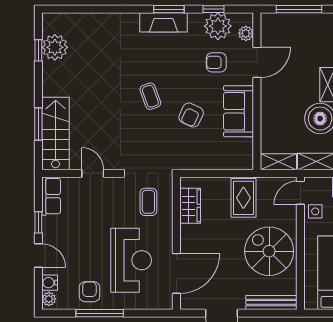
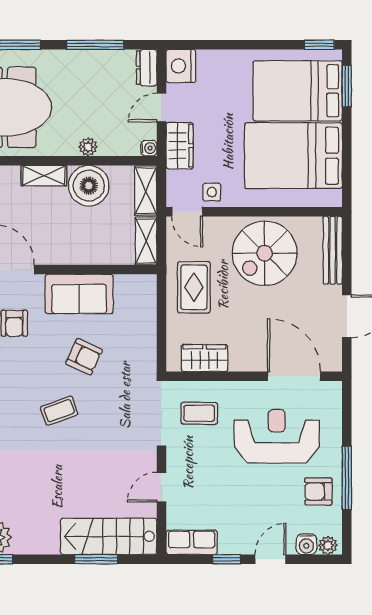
rug: (243, 198) -> (194, 287), turned 90

